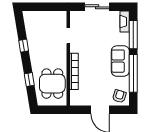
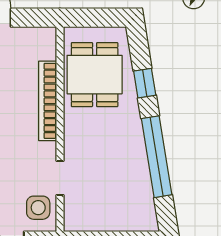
side table: (78, 22) -> (38, 208), added
window: (24, 46) -> (157, 157), width x3.17

